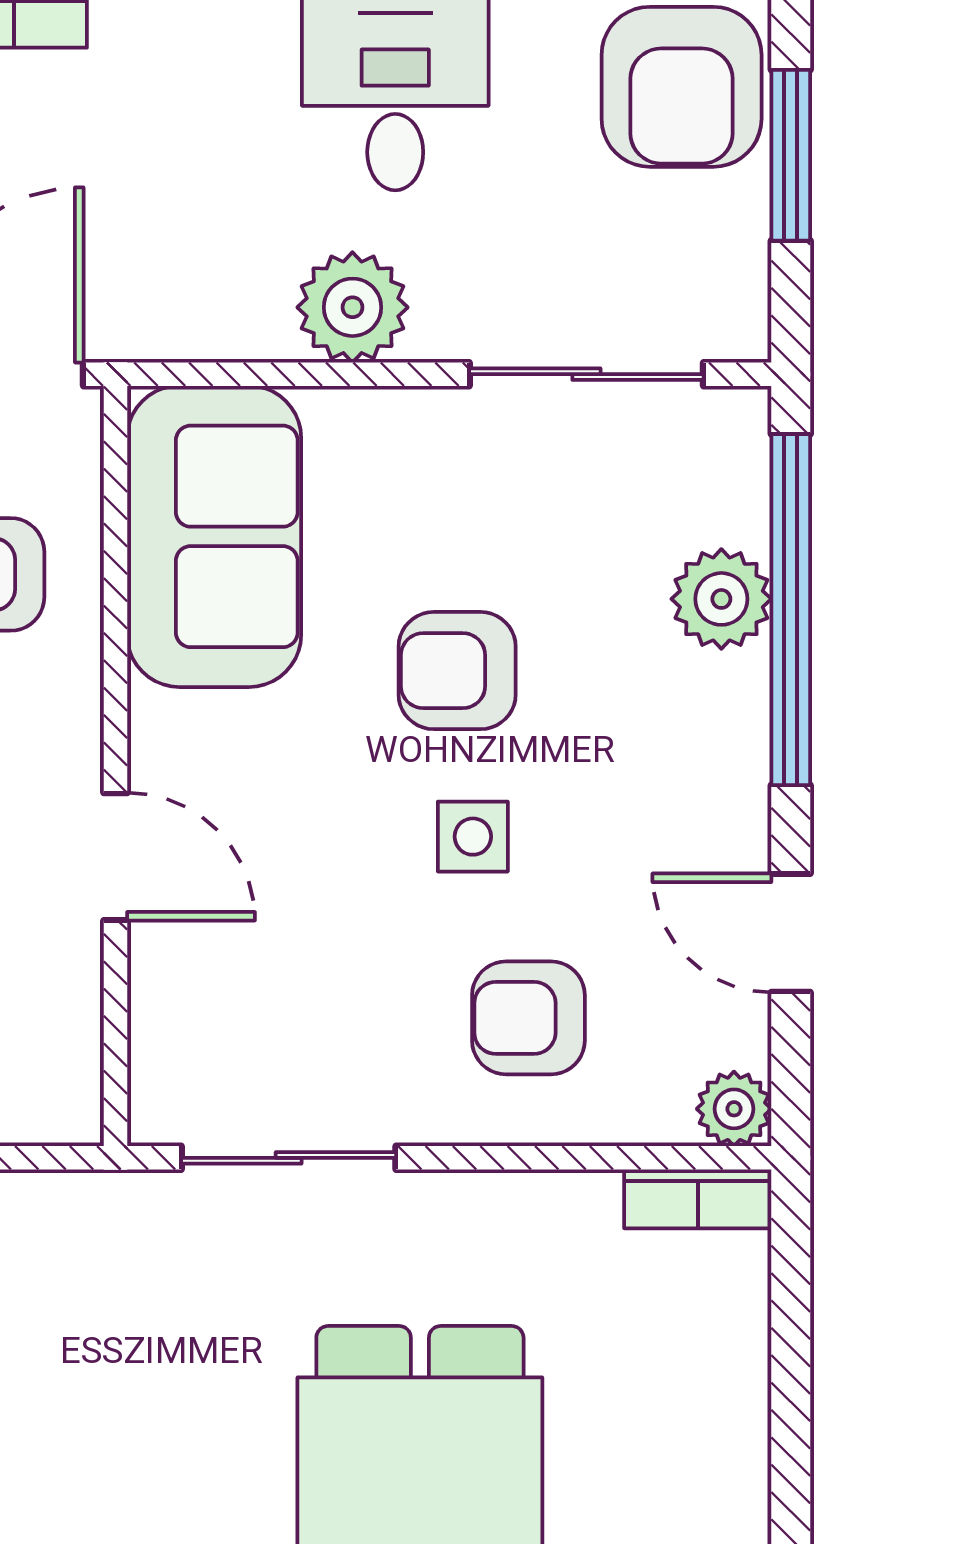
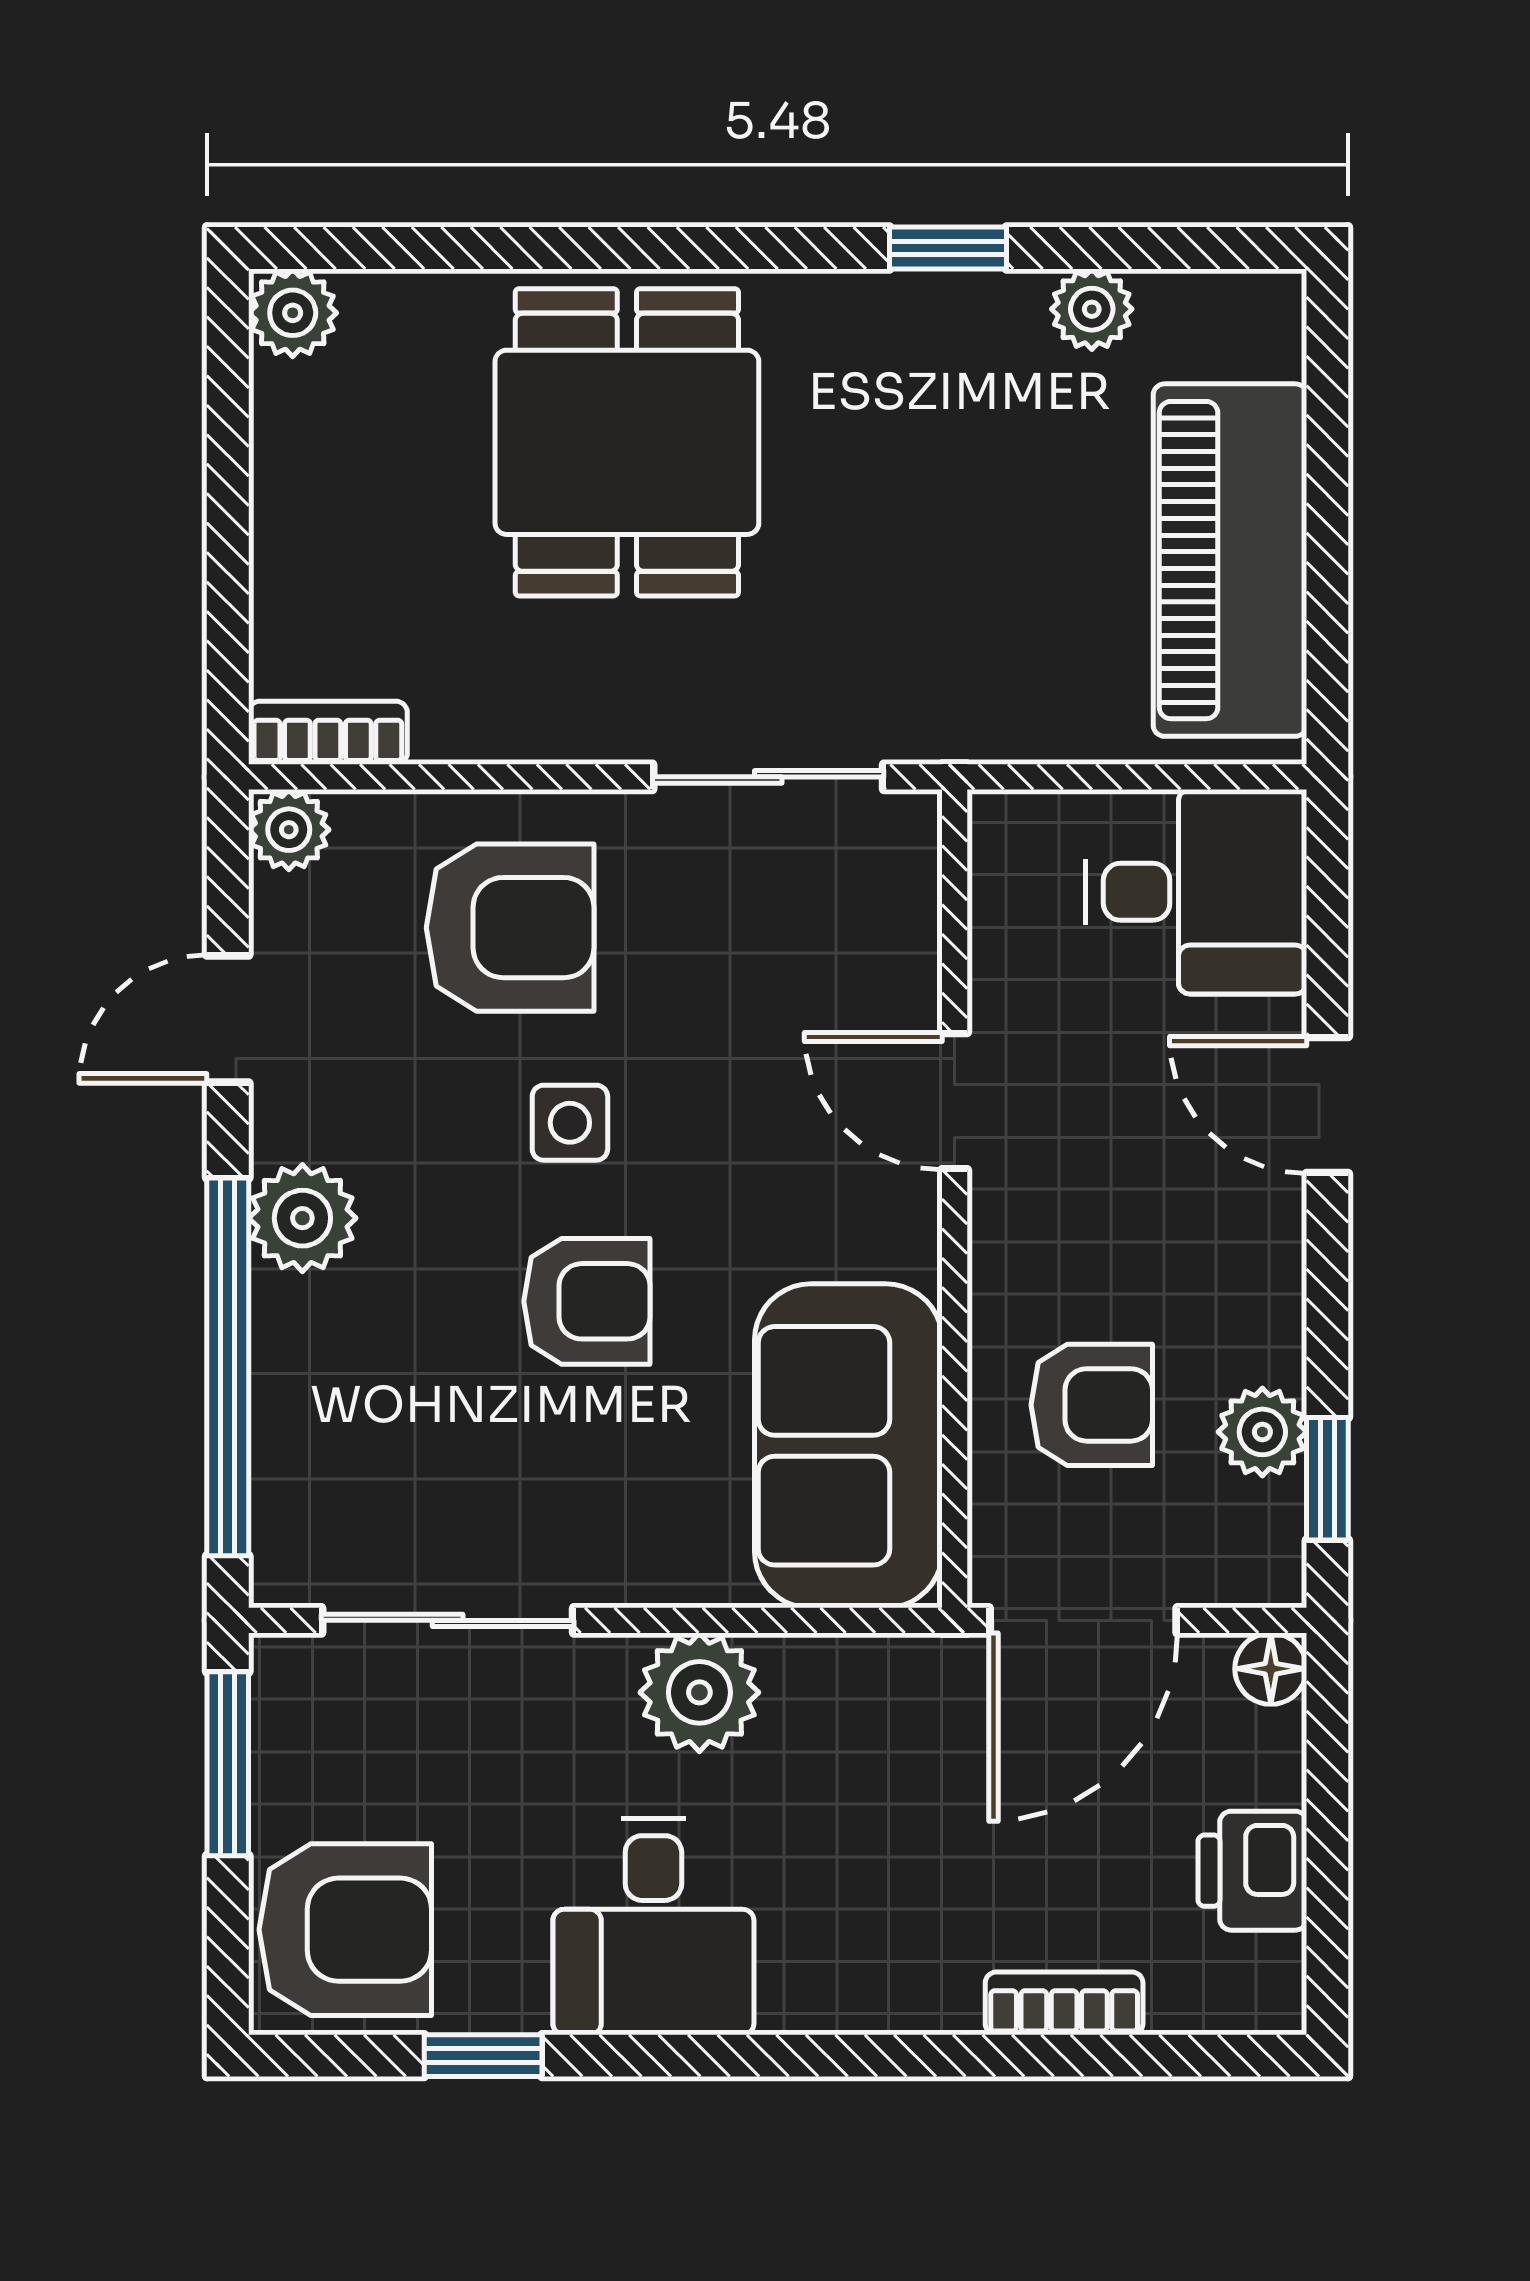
armchair: (682, 87) -> (345, 1930), turned 90
window: (791, 155) -> (228, 1764), moved
plant: (721, 599) -> (302, 1218), moved
door: (791, 933) -> (228, 1019), swing flipped
armchair: (528, 1018) -> (510, 928), width x1.38, depth x1.38

